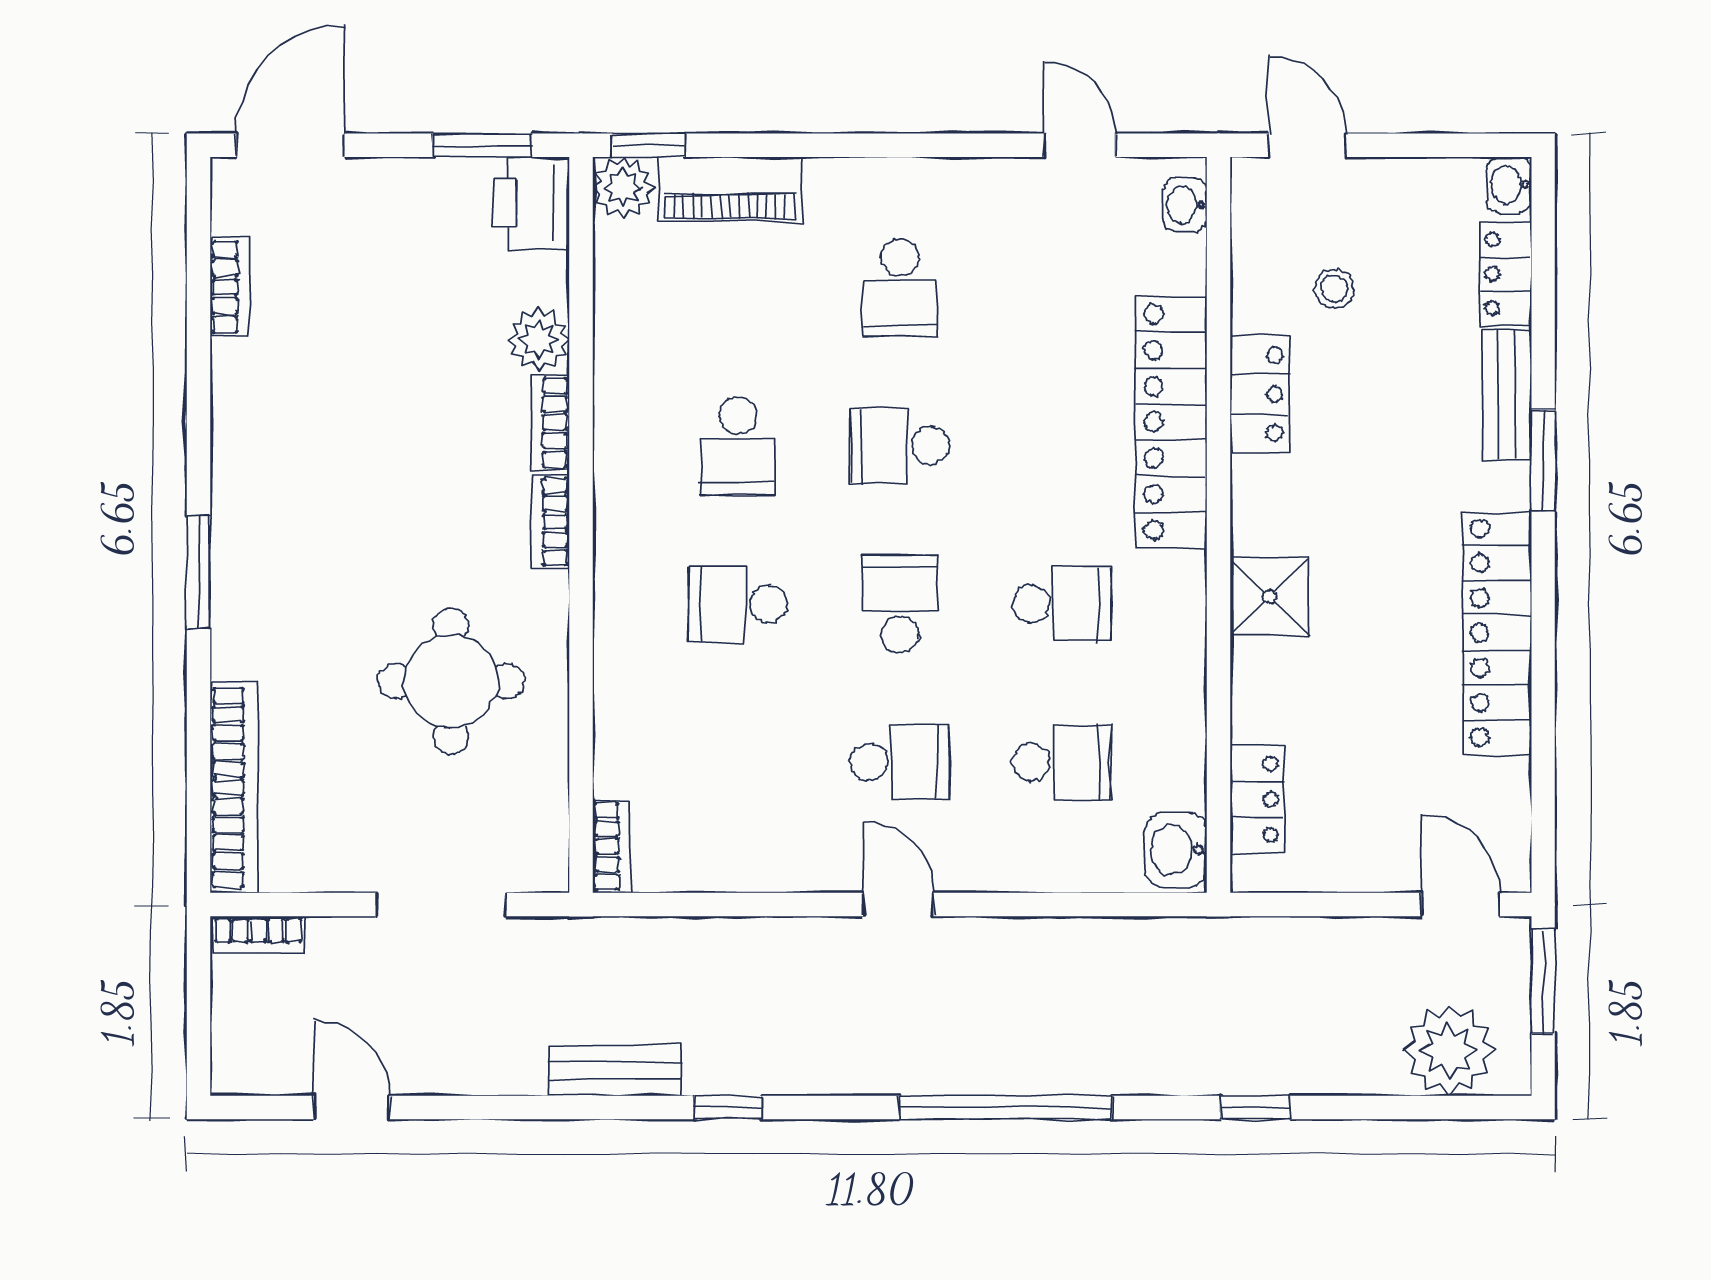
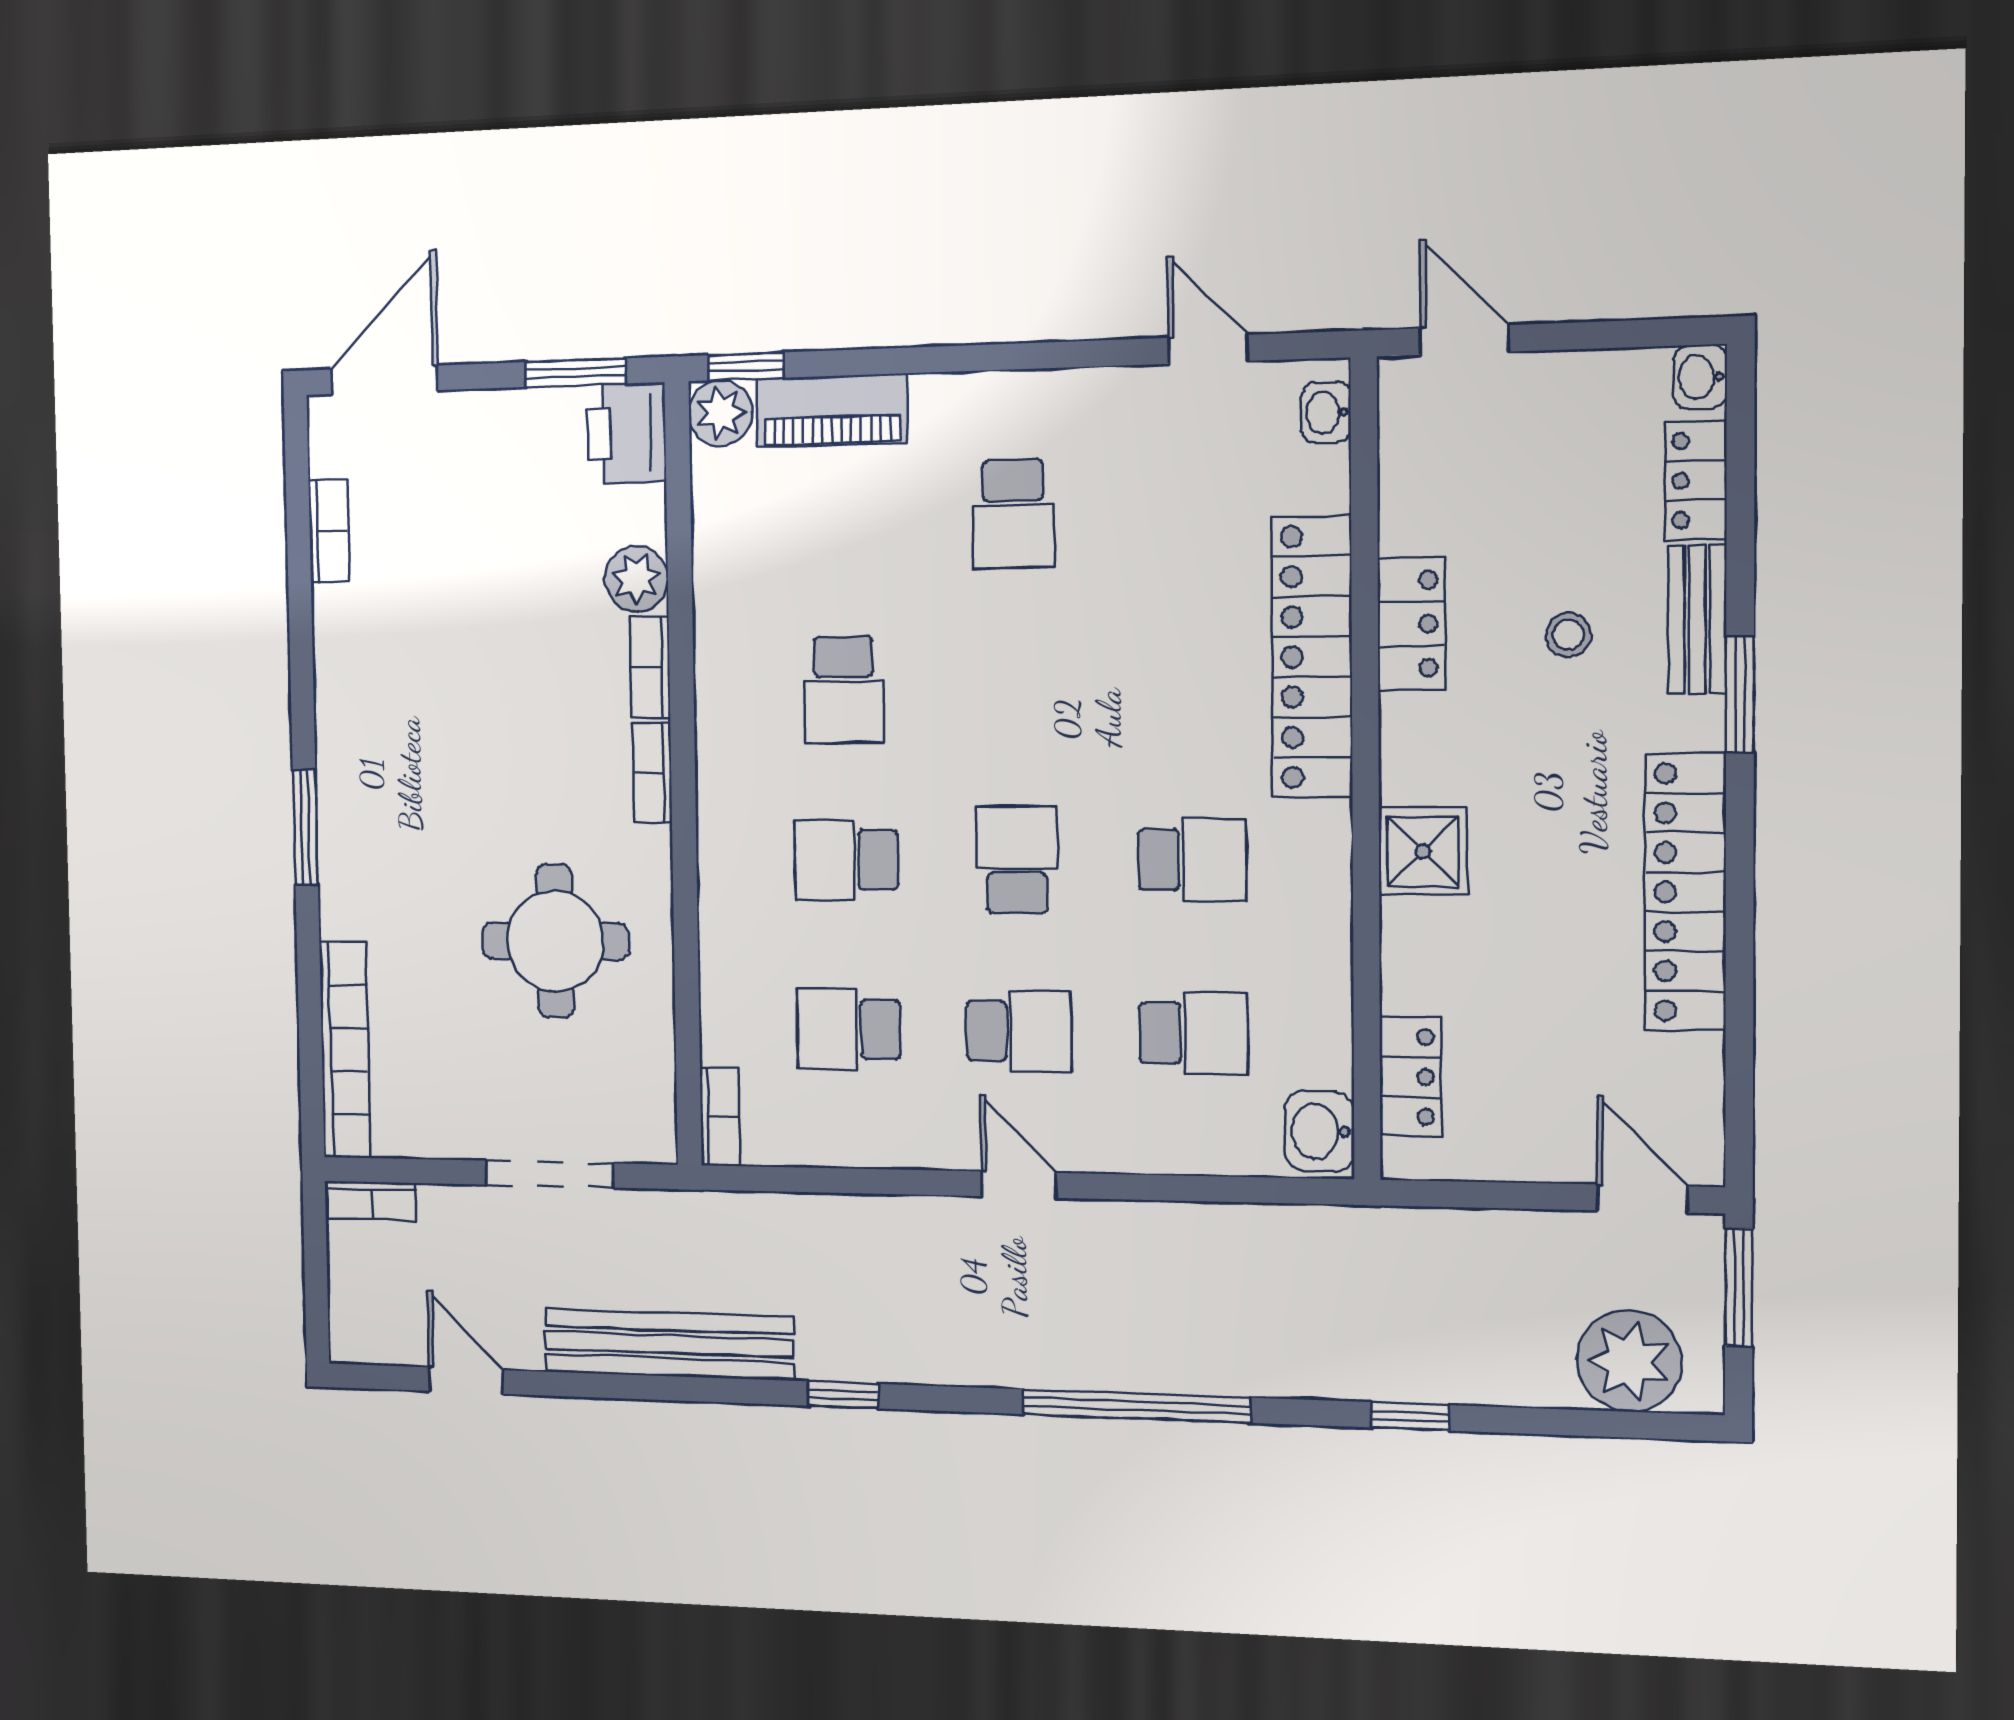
stool: (1334, 289) -> (1568, 635), moved
school desk: (900, 446) -> (849, 1029), moved
bench: (614, 1071) -> (669, 1344), width x1.86, depth x1.21

